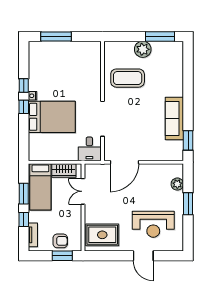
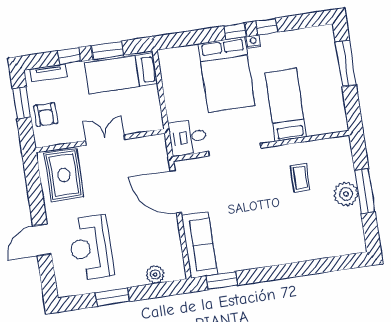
window: (160, 36) -> (365, 191), moved
coffee table: (128, 78) -> (300, 178), width x0.54, depth x0.58
bed: (78, 80) -> (286, 105), added
sofa: (174, 118) -> (199, 245), moved, turned 90
wardrobe: (64, 170) -> (150, 104), removed
double door: (83, 191) -> (105, 140), moved
window: (188, 204) -> (112, 297), moved
window: (62, 256) -> (22, 103), moved

